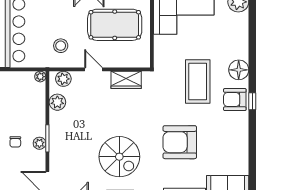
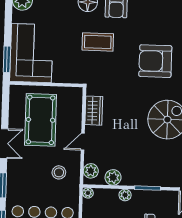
coffee table: (198, 82) -> (98, 42), width x0.73, depth x0.76
armchair: (180, 142) -> (155, 61), turned 90
plant: (39, 143) -> (125, 195), moved

